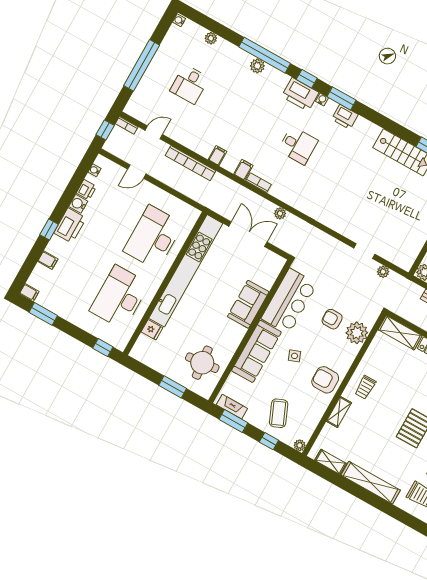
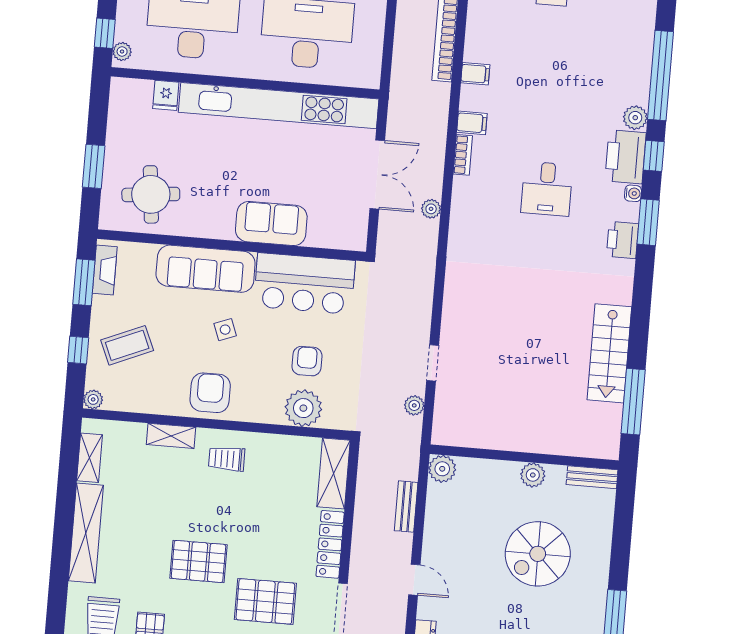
plant: (257, 66) -> (635, 118), moved
plant: (117, 343) -> (122, 52), added

